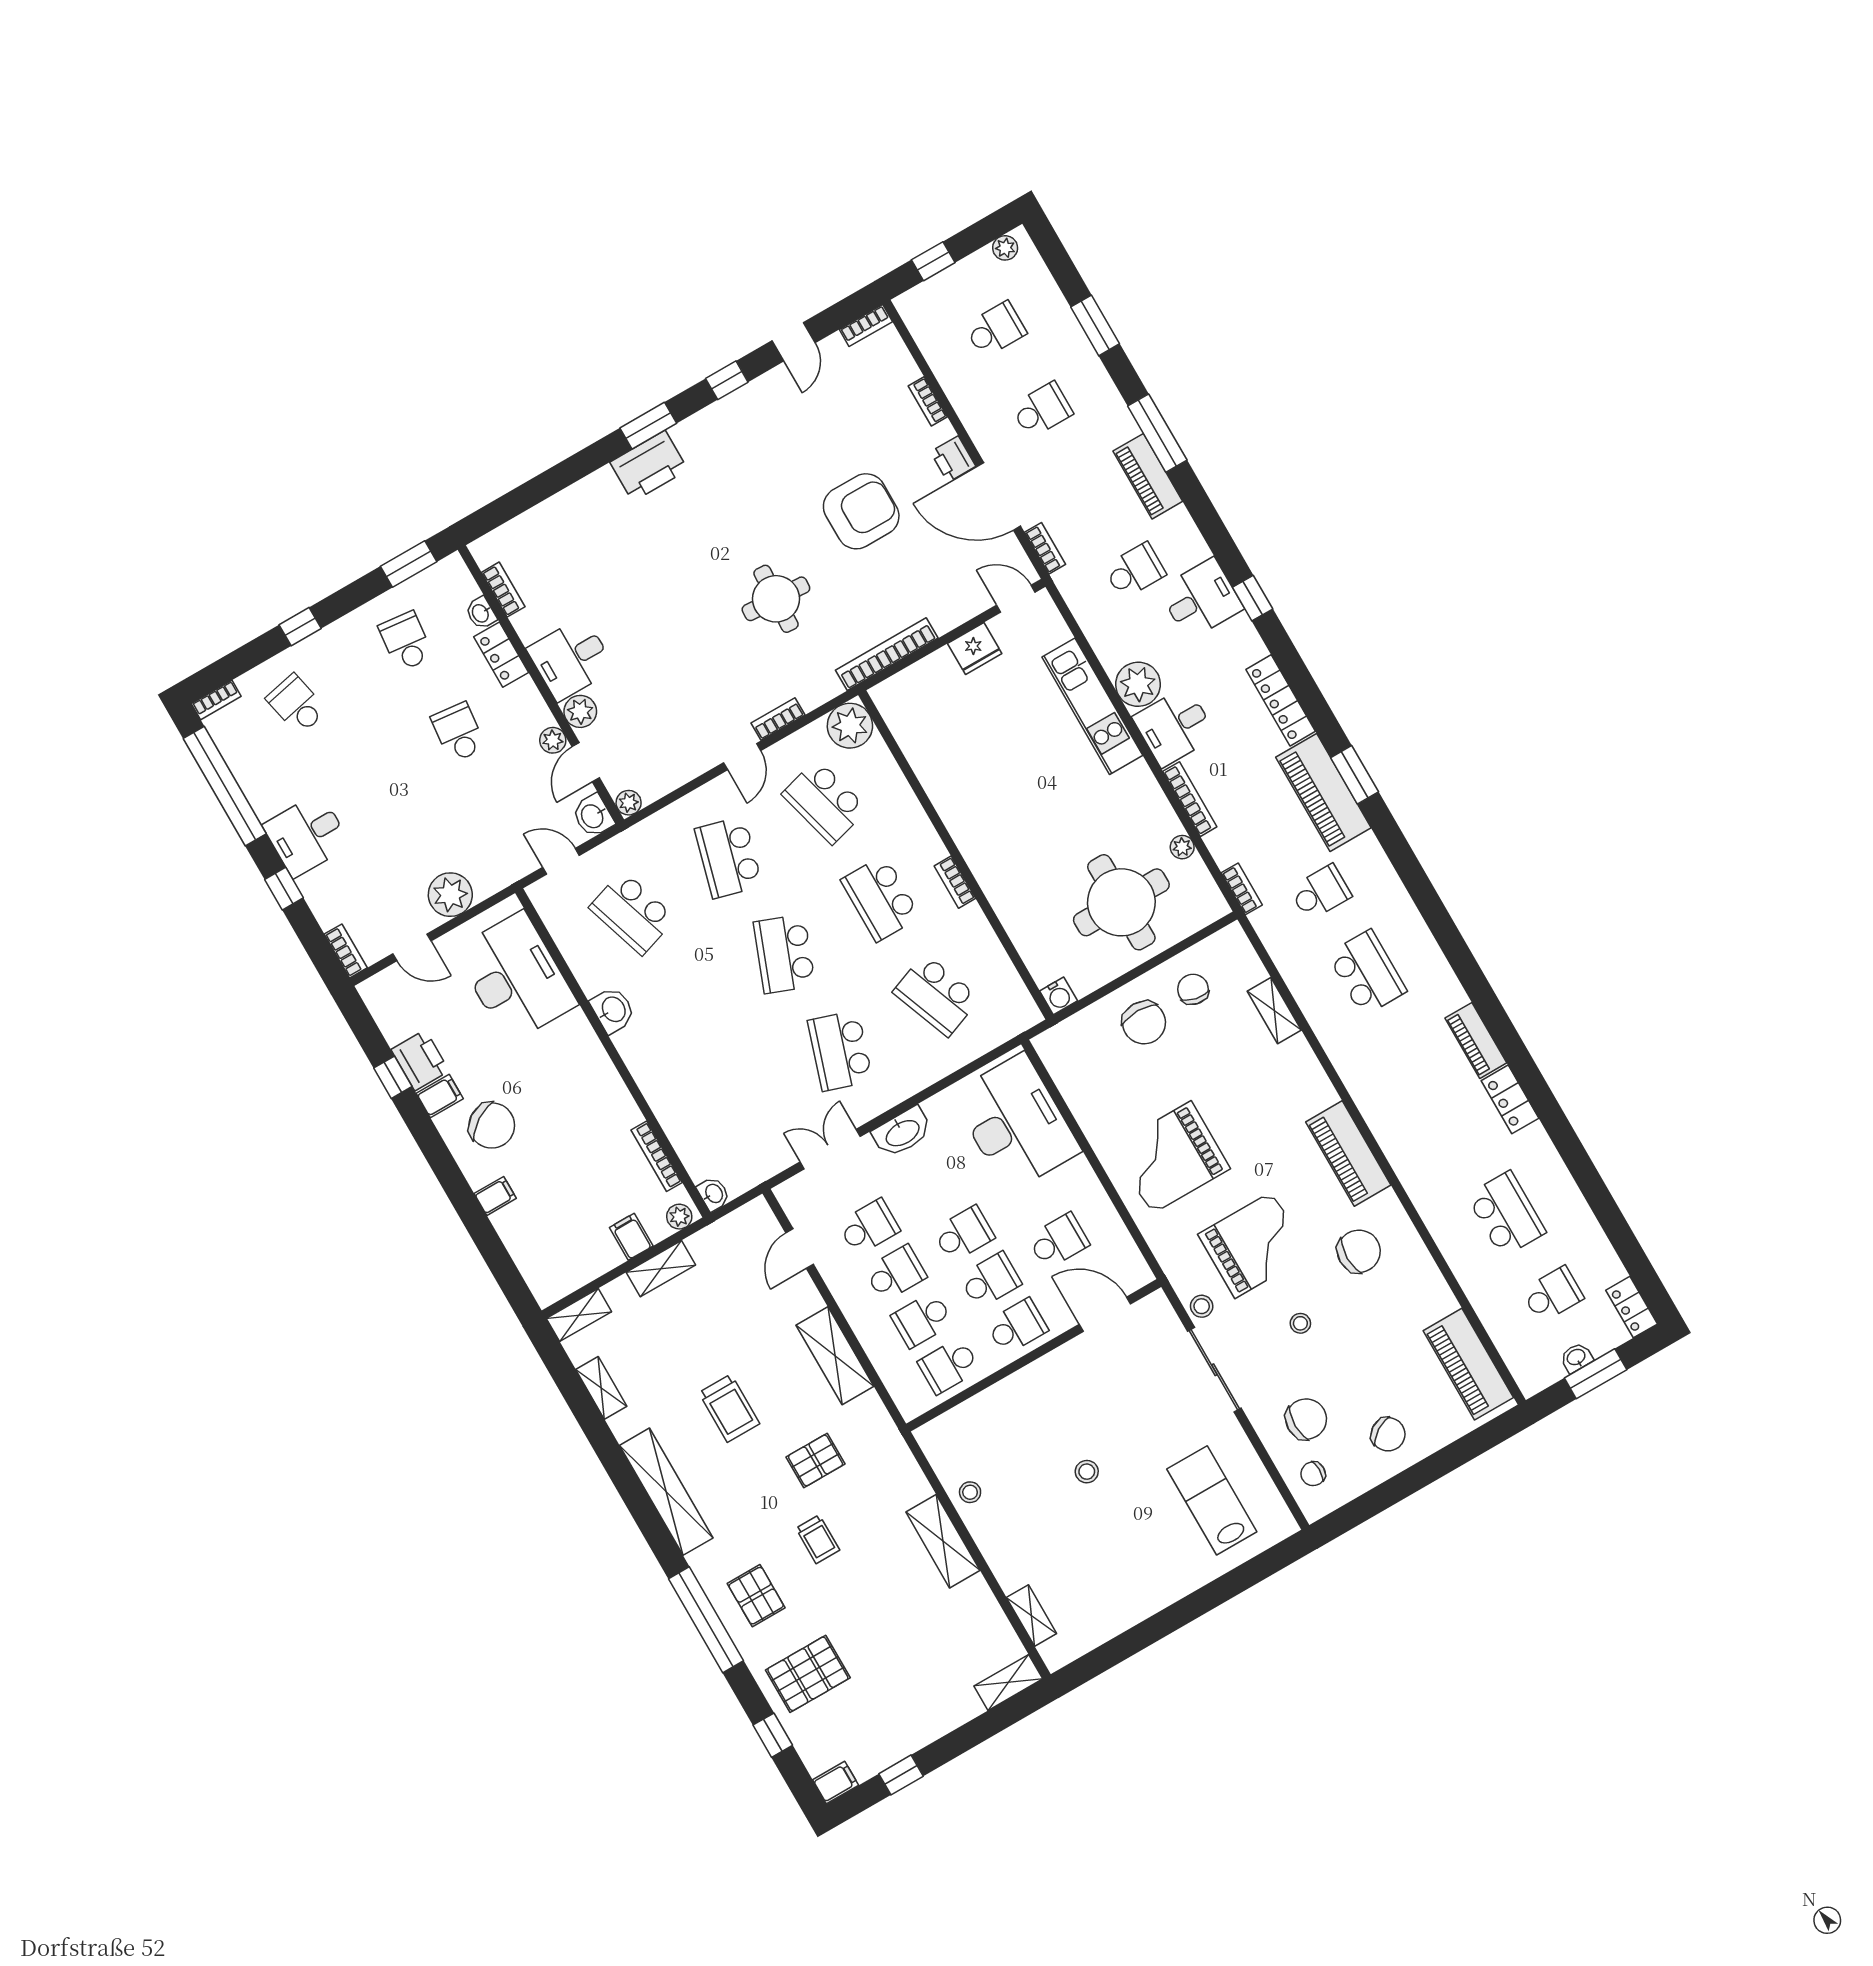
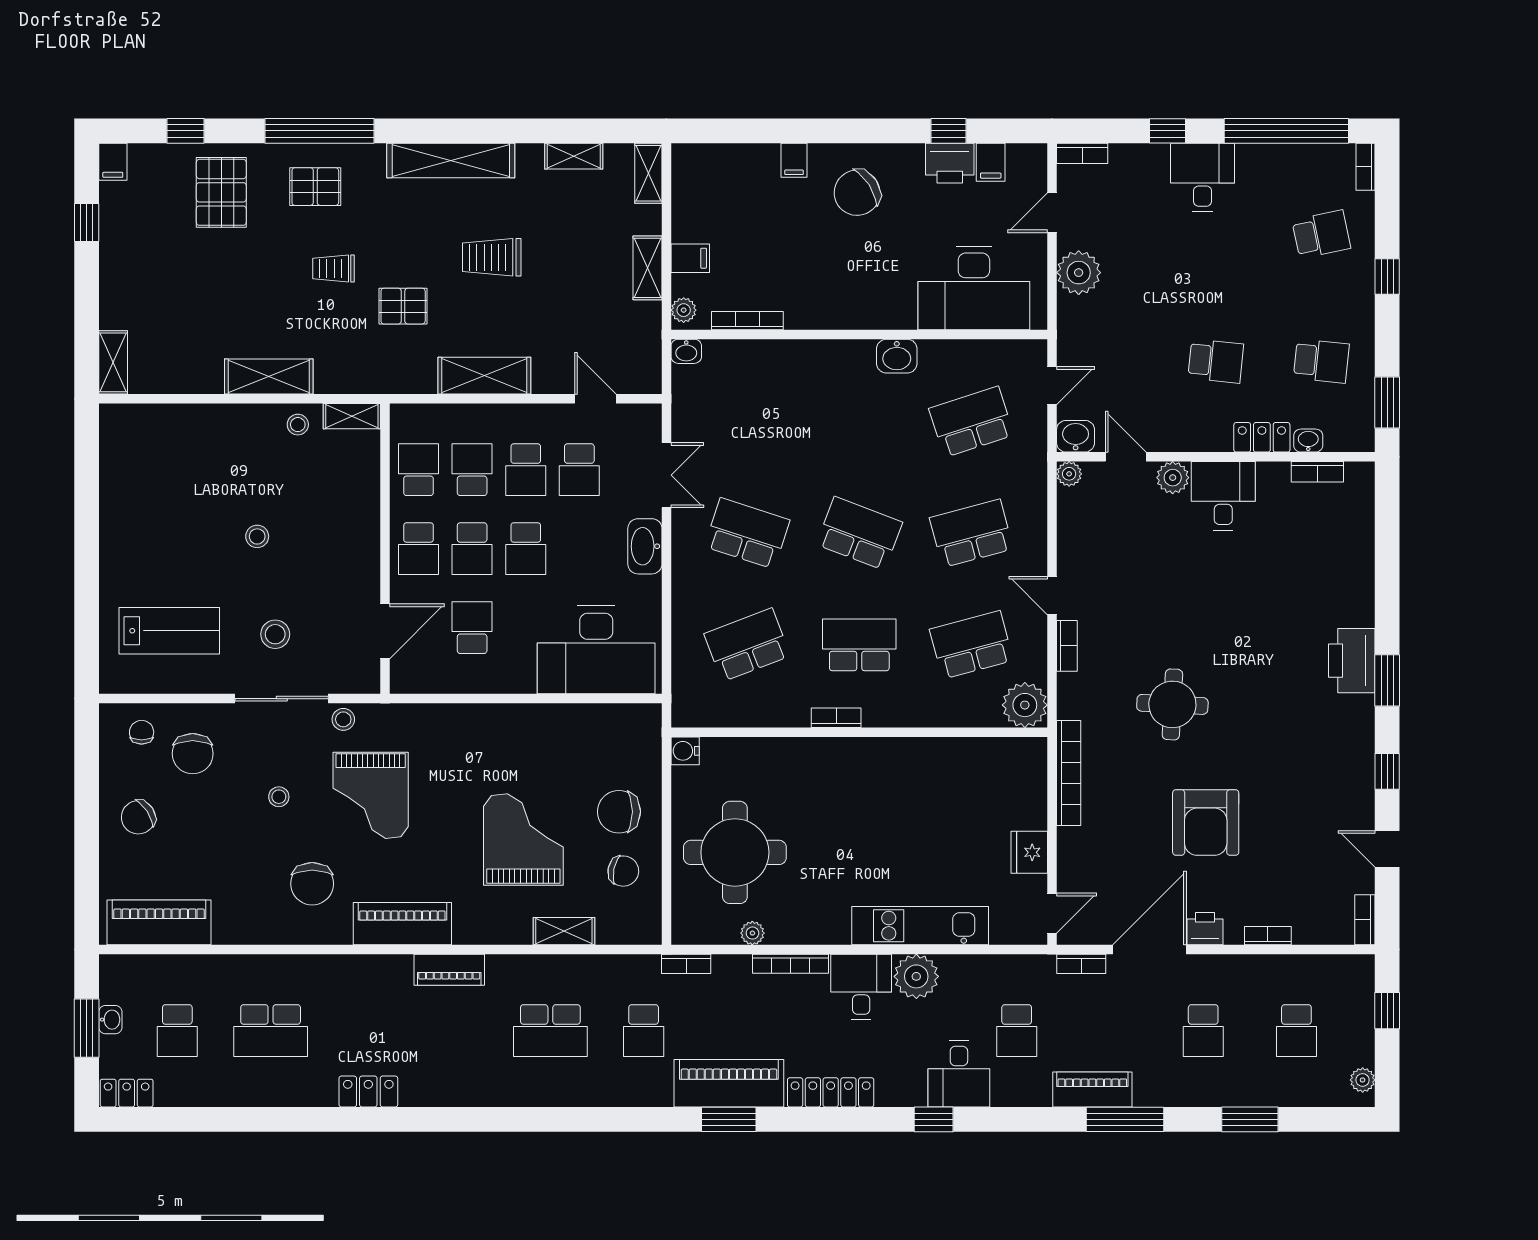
plant: (553, 740) -> (1161, 439), removed
school desk: (728, 857) -> (971, 533), turned -30
piano: (1476, 1040) -> (449, 970), moved, turned 180
filing cabinet: (440, 1096) -> (991, 162), moved
grand piano: (1171, 1158) -> (523, 839), moved
school desk: (1058, 1241) -> (472, 628), turned 180
stool: (1162, 1407) -> (275, 634), added
pallet: (816, 1460) -> (403, 306), turned 90
shelving: (1031, 1615) -> (352, 416), moved

